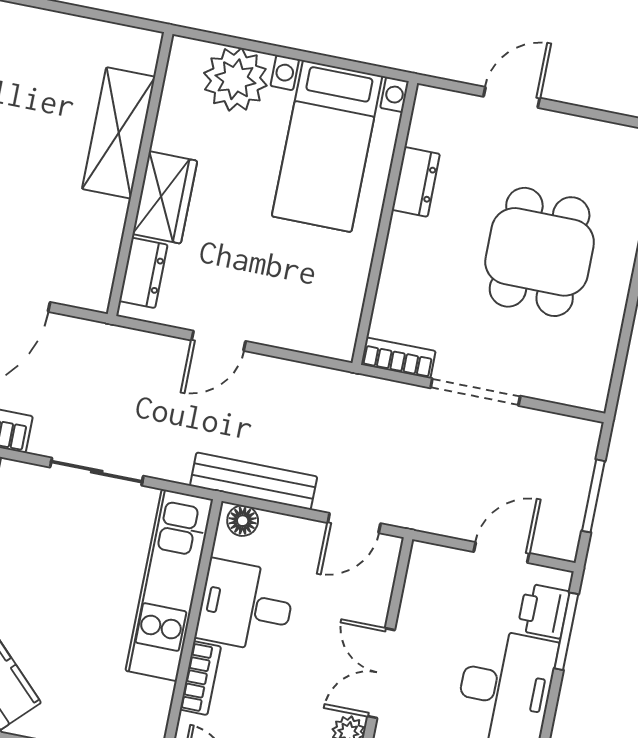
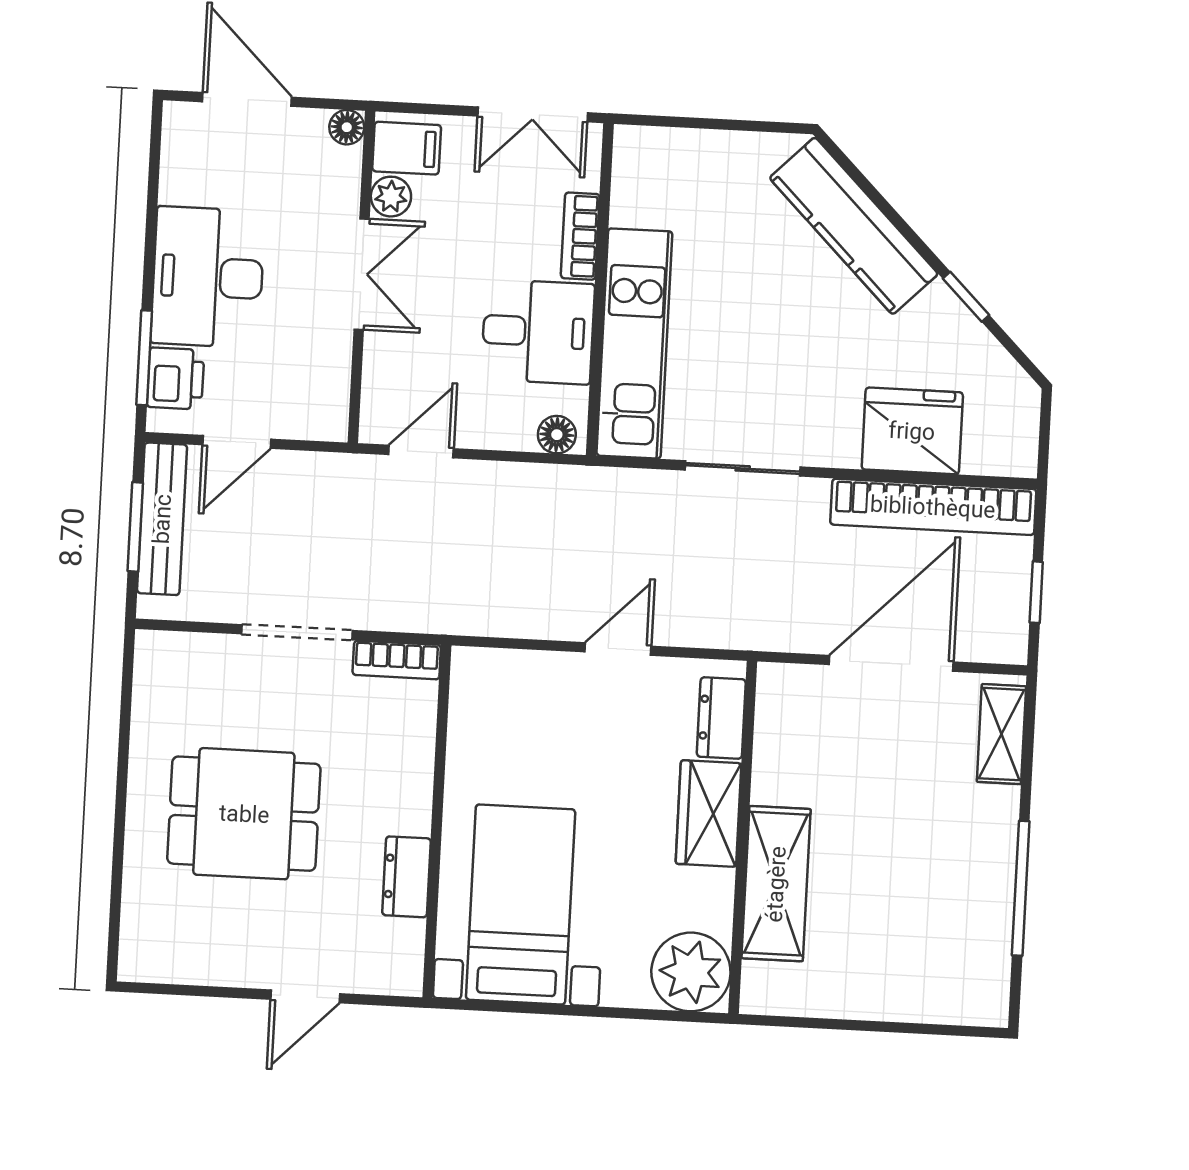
plant: (235, 79) -> (691, 972), moved
dining table: (540, 252) -> (244, 814), turned 90
bench: (254, 481) -> (162, 519), moved, turned 90

